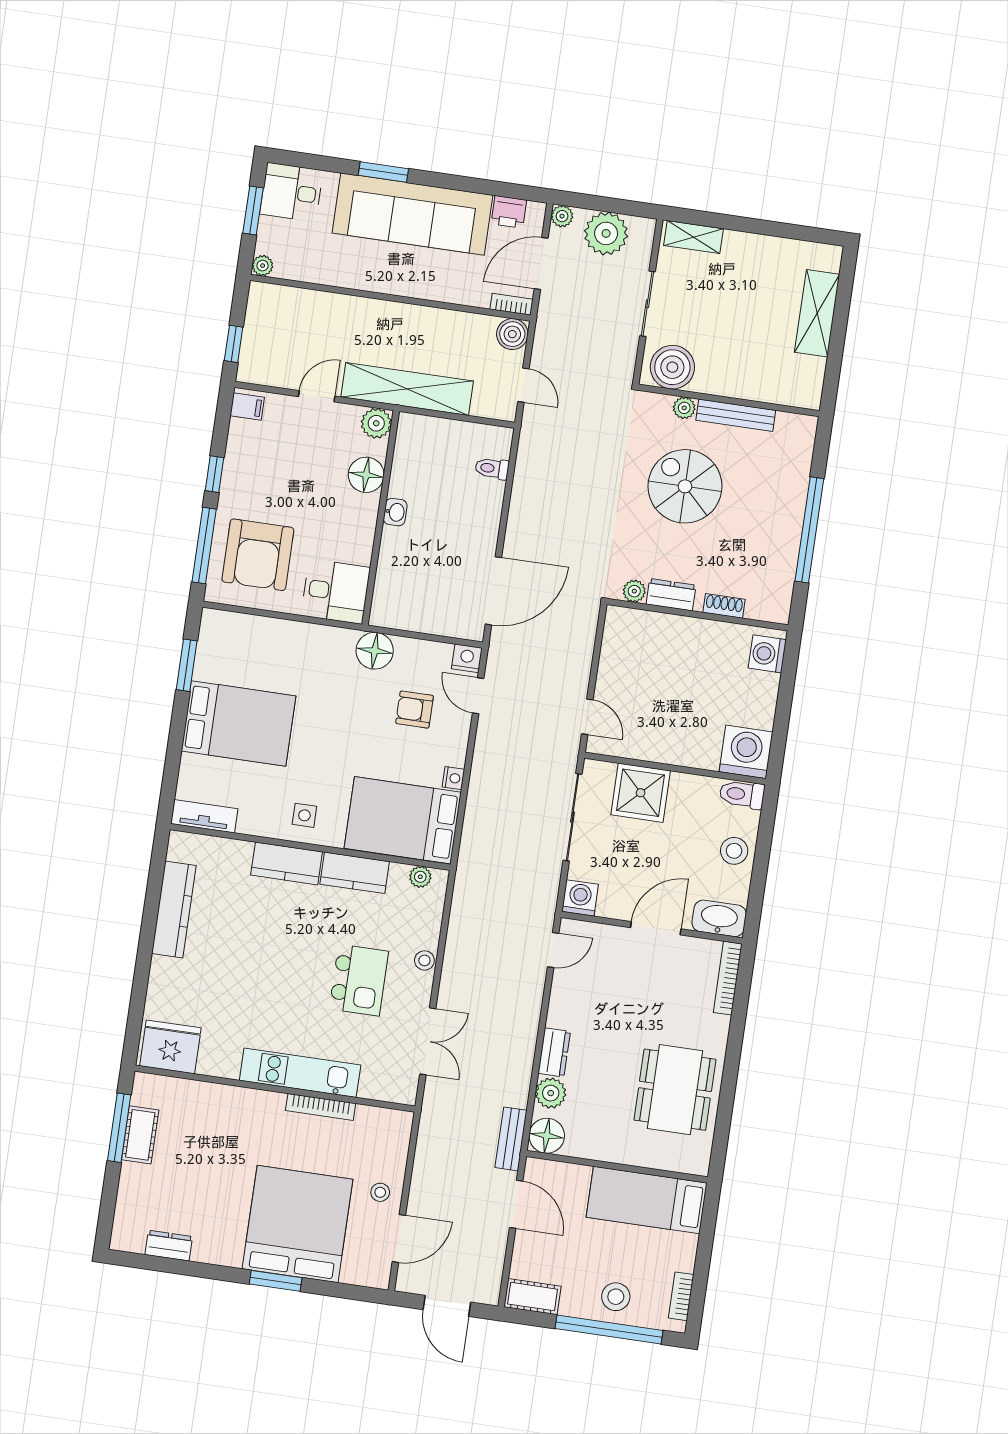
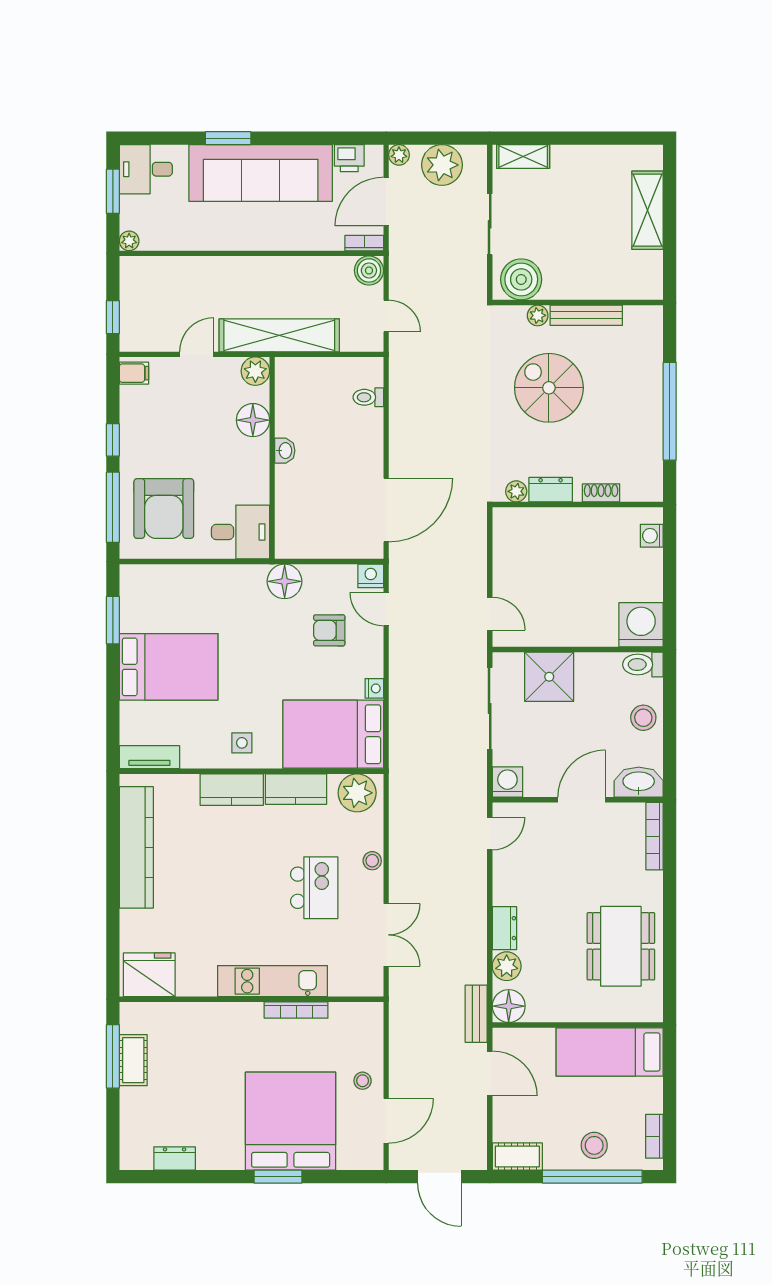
washing machine: (767, 654) -> (652, 536), width x0.73, depth x0.73
plant: (420, 877) -> (357, 793), width x1.88, depth x1.88
kitchen counter: (174, 909) -> (136, 847), width x1.39, depth x1.17

